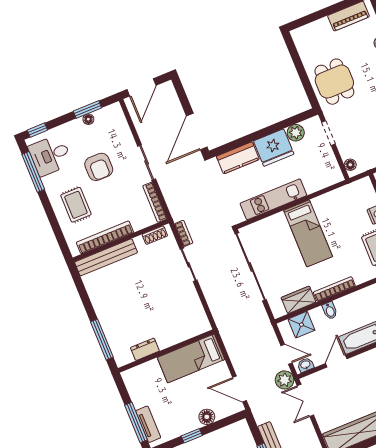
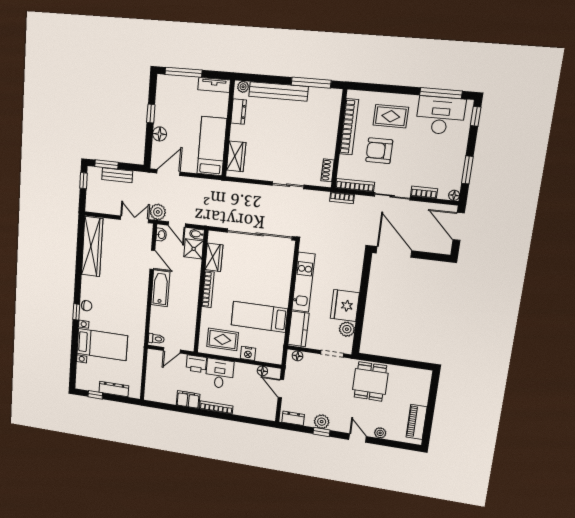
dining table: (334, 82) -> (370, 381), turned 90
floor lamp: (88, 119) -> (454, 195), moved
bookcase: (128, 136) -> (424, 192), added
desk: (50, 155) -> (440, 116), width x1.37
kitchen counter: (238, 158) -> (298, 329), moved, turned 180
armchair: (99, 167) -> (379, 151), moved
bookcase: (184, 233) -> (342, 198), moved
bed: (308, 233) -> (259, 317), moved
bench: (106, 257) -> (278, 91), moved, turned 90
bidet: (330, 311) -> (197, 234), moved
wardrobe: (188, 330) -> (236, 156), added
window: (102, 340) -> (311, 83), moved
door: (286, 354) -> (177, 224), hinge flipped
plant: (120, 357) -> (243, 87), added
tv unit: (148, 424) -> (214, 85), moved

